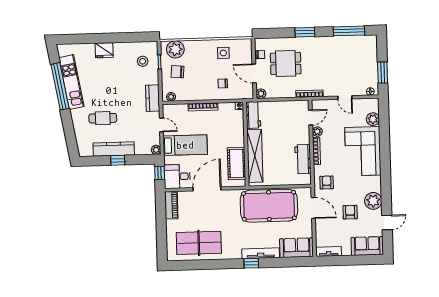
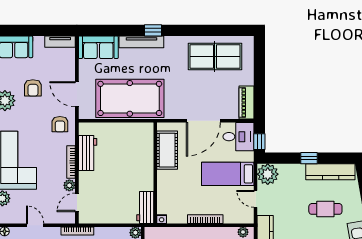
kitchen counter: (114, 149) -> (330, 172), moved
plant: (156, 150) -> (268, 174), width x1.88, depth x1.88
shelving: (255, 156) -> (145, 159), removed

